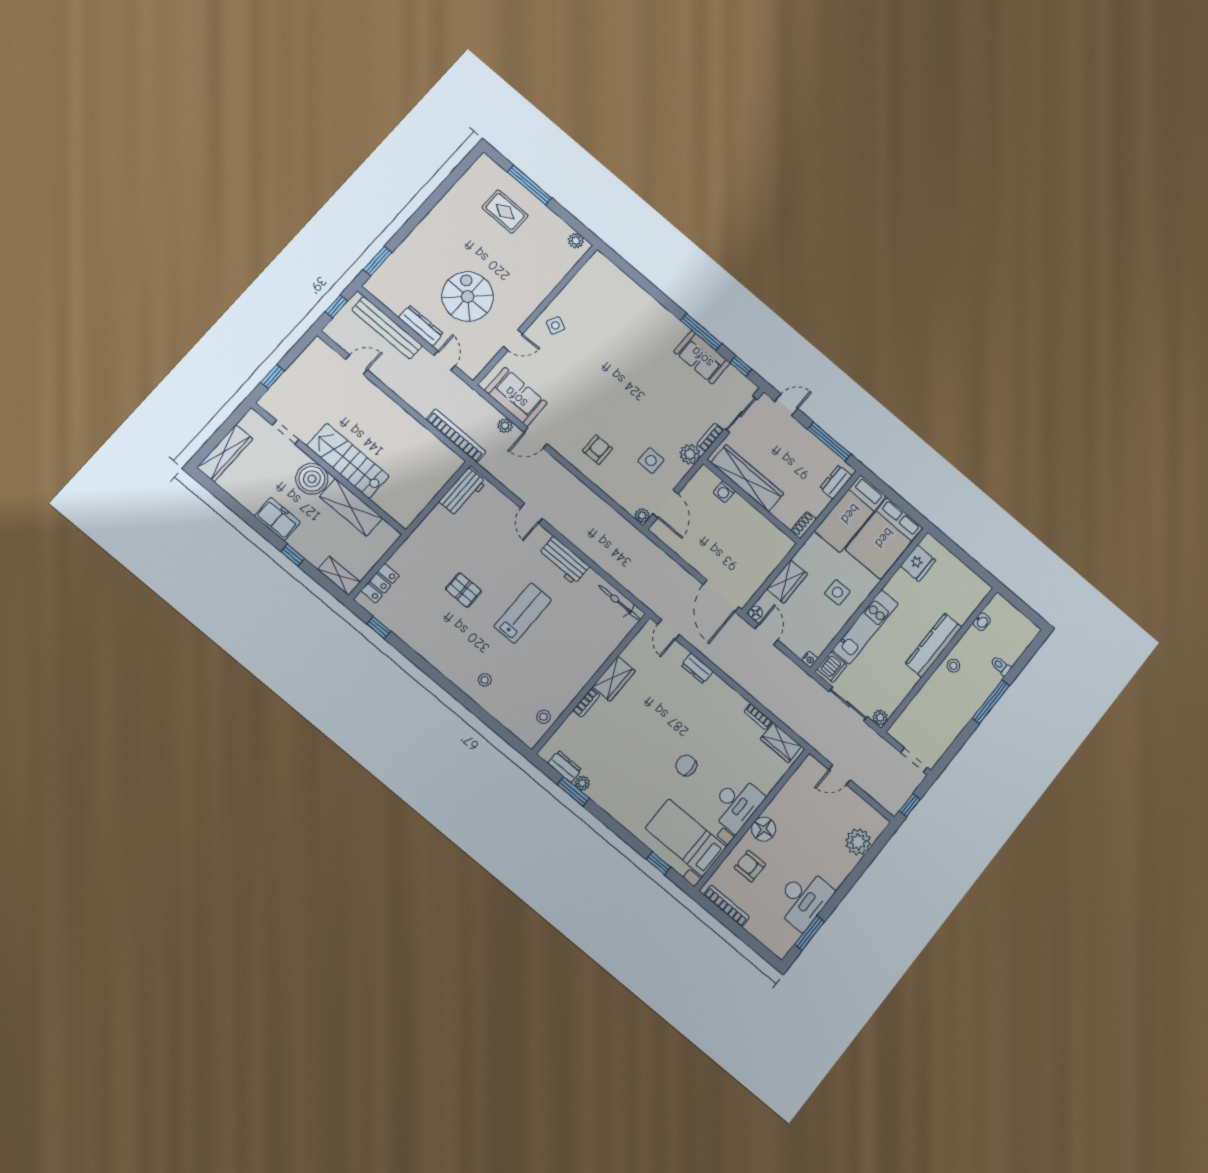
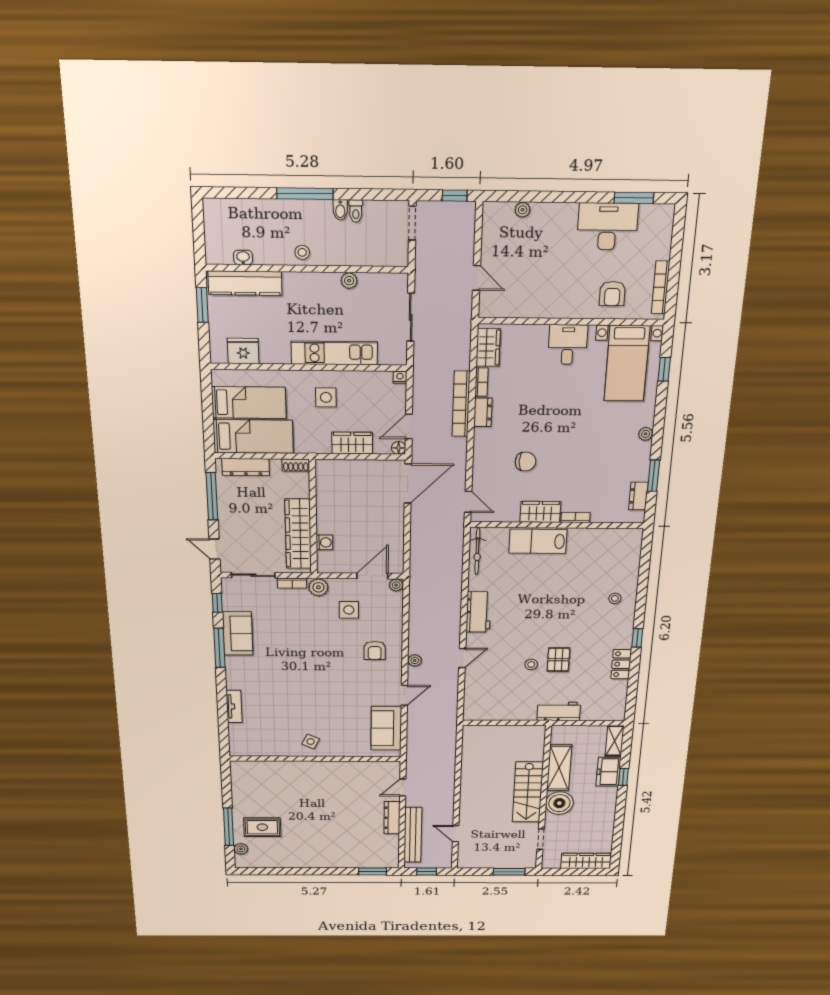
rug: (505, 212) -> (262, 827), turned 90
plant: (576, 241) -> (241, 849), moved
tv unit: (640, 295) -> (234, 706), added
spiral stairs: (468, 297) -> (344, 806), removed
door: (513, 340) -> (347, 759), removed
window: (273, 377) -> (509, 872), width x1.50
plant: (505, 426) -> (415, 660), moved
bookcase: (456, 436) -> (461, 404), moved
door: (535, 438) -> (404, 695), hinge flipped
armchair: (597, 450) -> (375, 650), turned -90
dresser: (836, 482) -> (246, 467), width x1.44
workbench: (463, 492) -> (559, 711), moved
freezer: (277, 519) -> (608, 772), moved
bed: (884, 538) -> (249, 403), width x0.67
window: (972, 564) -> (202, 305), added
locker: (380, 583) -> (621, 664), moved, turned -90
lab bench: (523, 613) -> (538, 541), moved
window: (379, 628) -> (637, 638), moved
door: (668, 629) -> (468, 502), hinge flipped
kitchen counter: (934, 645) -> (245, 283), moved
toilet: (1001, 666) -> (356, 211), moved
dishwasher: (832, 667) -> (391, 354), removed
dresser: (697, 668) -> (483, 412), moved
stool: (544, 717) -> (531, 664), moved
bidet: (962, 717) -> (340, 210), added
plant: (880, 718) -> (349, 281), moved
chair: (686, 766) -> (526, 462), moved, turned -90
plant: (582, 783) -> (646, 434), moved
desk: (736, 804) -> (568, 345), width x0.73
floor lamp: (764, 829) -> (572, 306), removed
plant: (858, 842) -> (523, 210), width x0.53, depth x0.53

